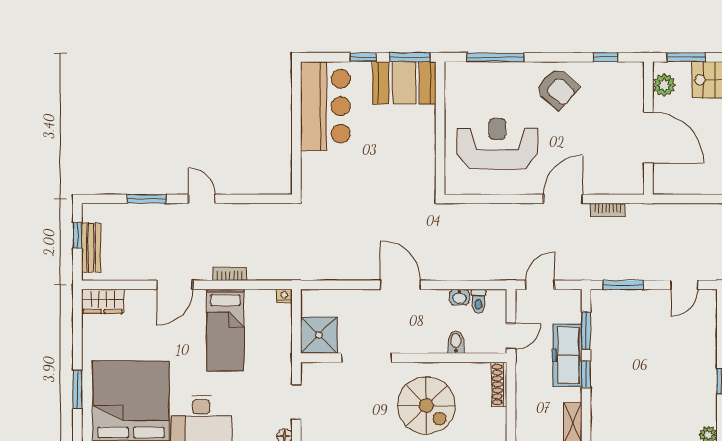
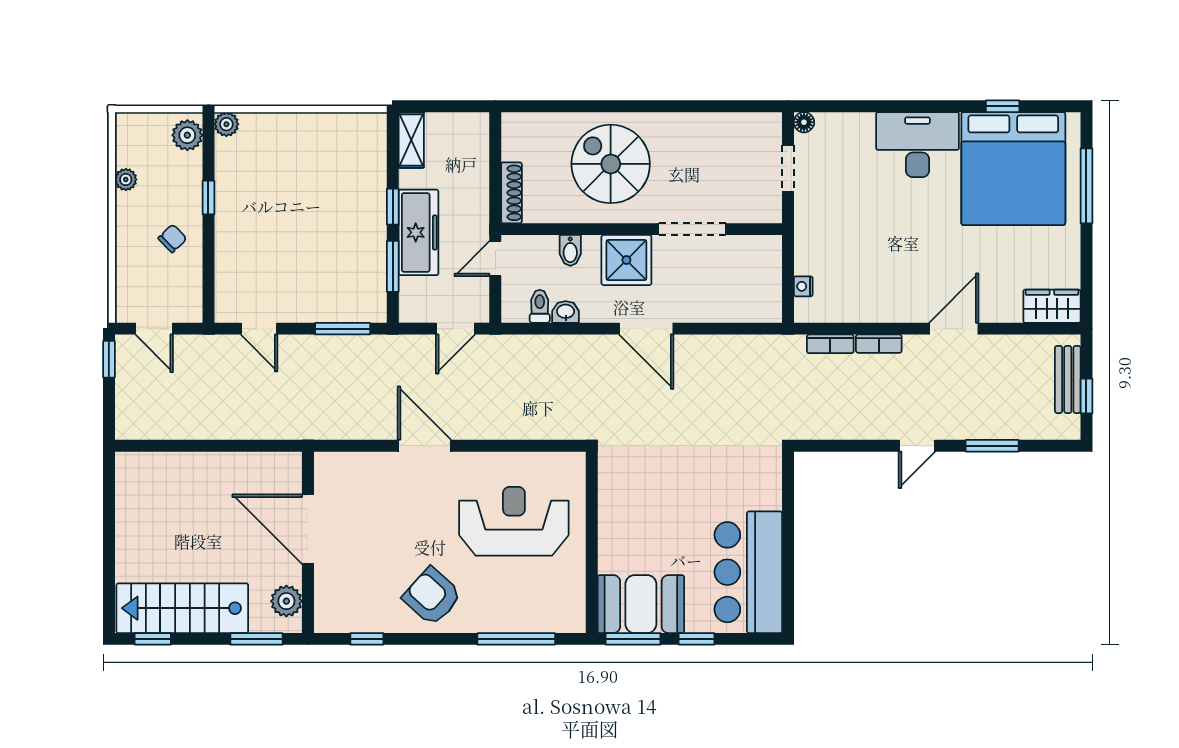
reception desk: (497, 144) -> (514, 521), turned 180
door: (202, 199) -> (917, 446), hinge flipped
door: (563, 199) -> (424, 446), swing flipped
bookcase: (608, 210) -> (830, 344), moved, turned 180
door: (684, 285) -> (259, 329), swing flipped
nightstand: (284, 296) -> (803, 286), moved, turned 90
bed: (225, 330) -> (885, 267), removed
shower: (319, 335) -> (626, 260), moved
window: (77, 390) -> (1086, 186), width x1.44

